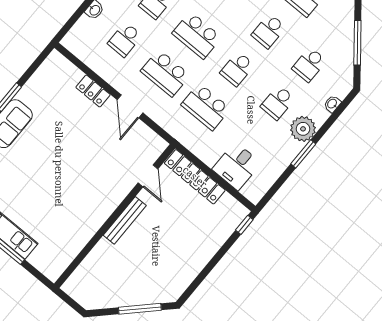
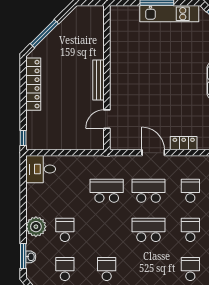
school desk: (237, 69) -> (107, 230), removed
window: (303, 154) -> (23, 256), moved
desk: (237, 166) -> (41, 169), moved, turned -90
door: (148, 176) -> (107, 119), hinge flipped
locker: (195, 177) -> (33, 84), moved, turned 90

